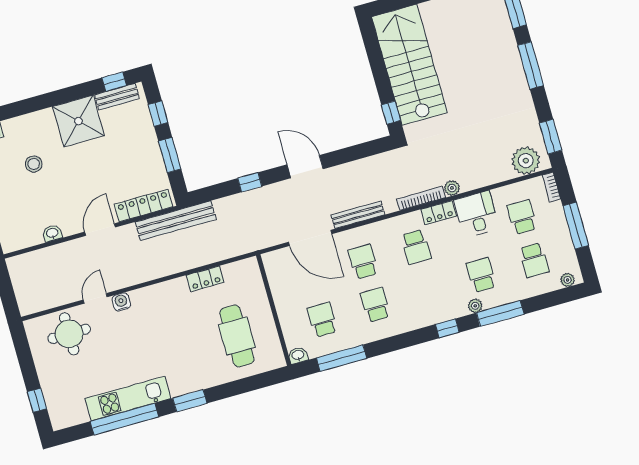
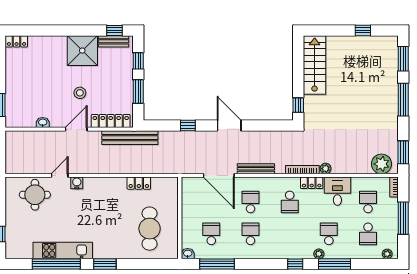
stairs: (409, 65) -> (315, 65), width x0.73, depth x0.66
stool: (34, 164) -> (80, 93), moved

